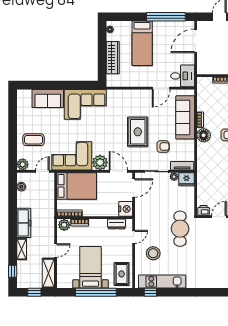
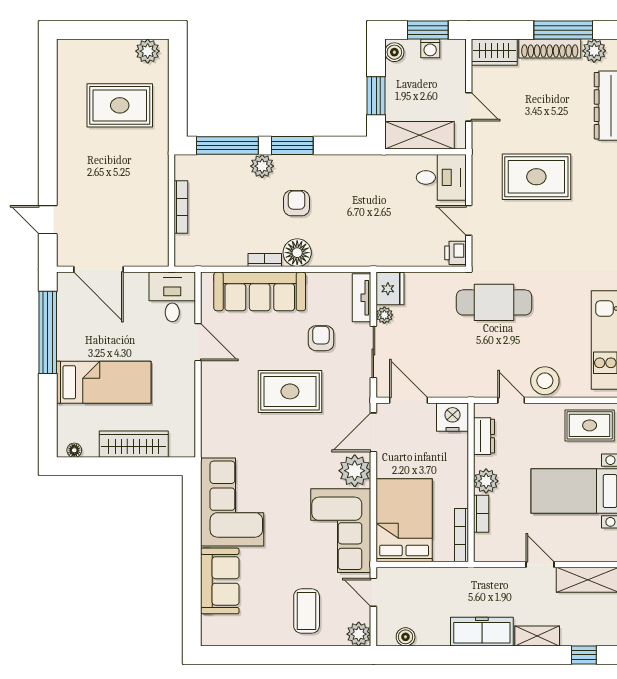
plant: (64, 225) -> (486, 481), moved
stool: (153, 253) -> (545, 381), moved

